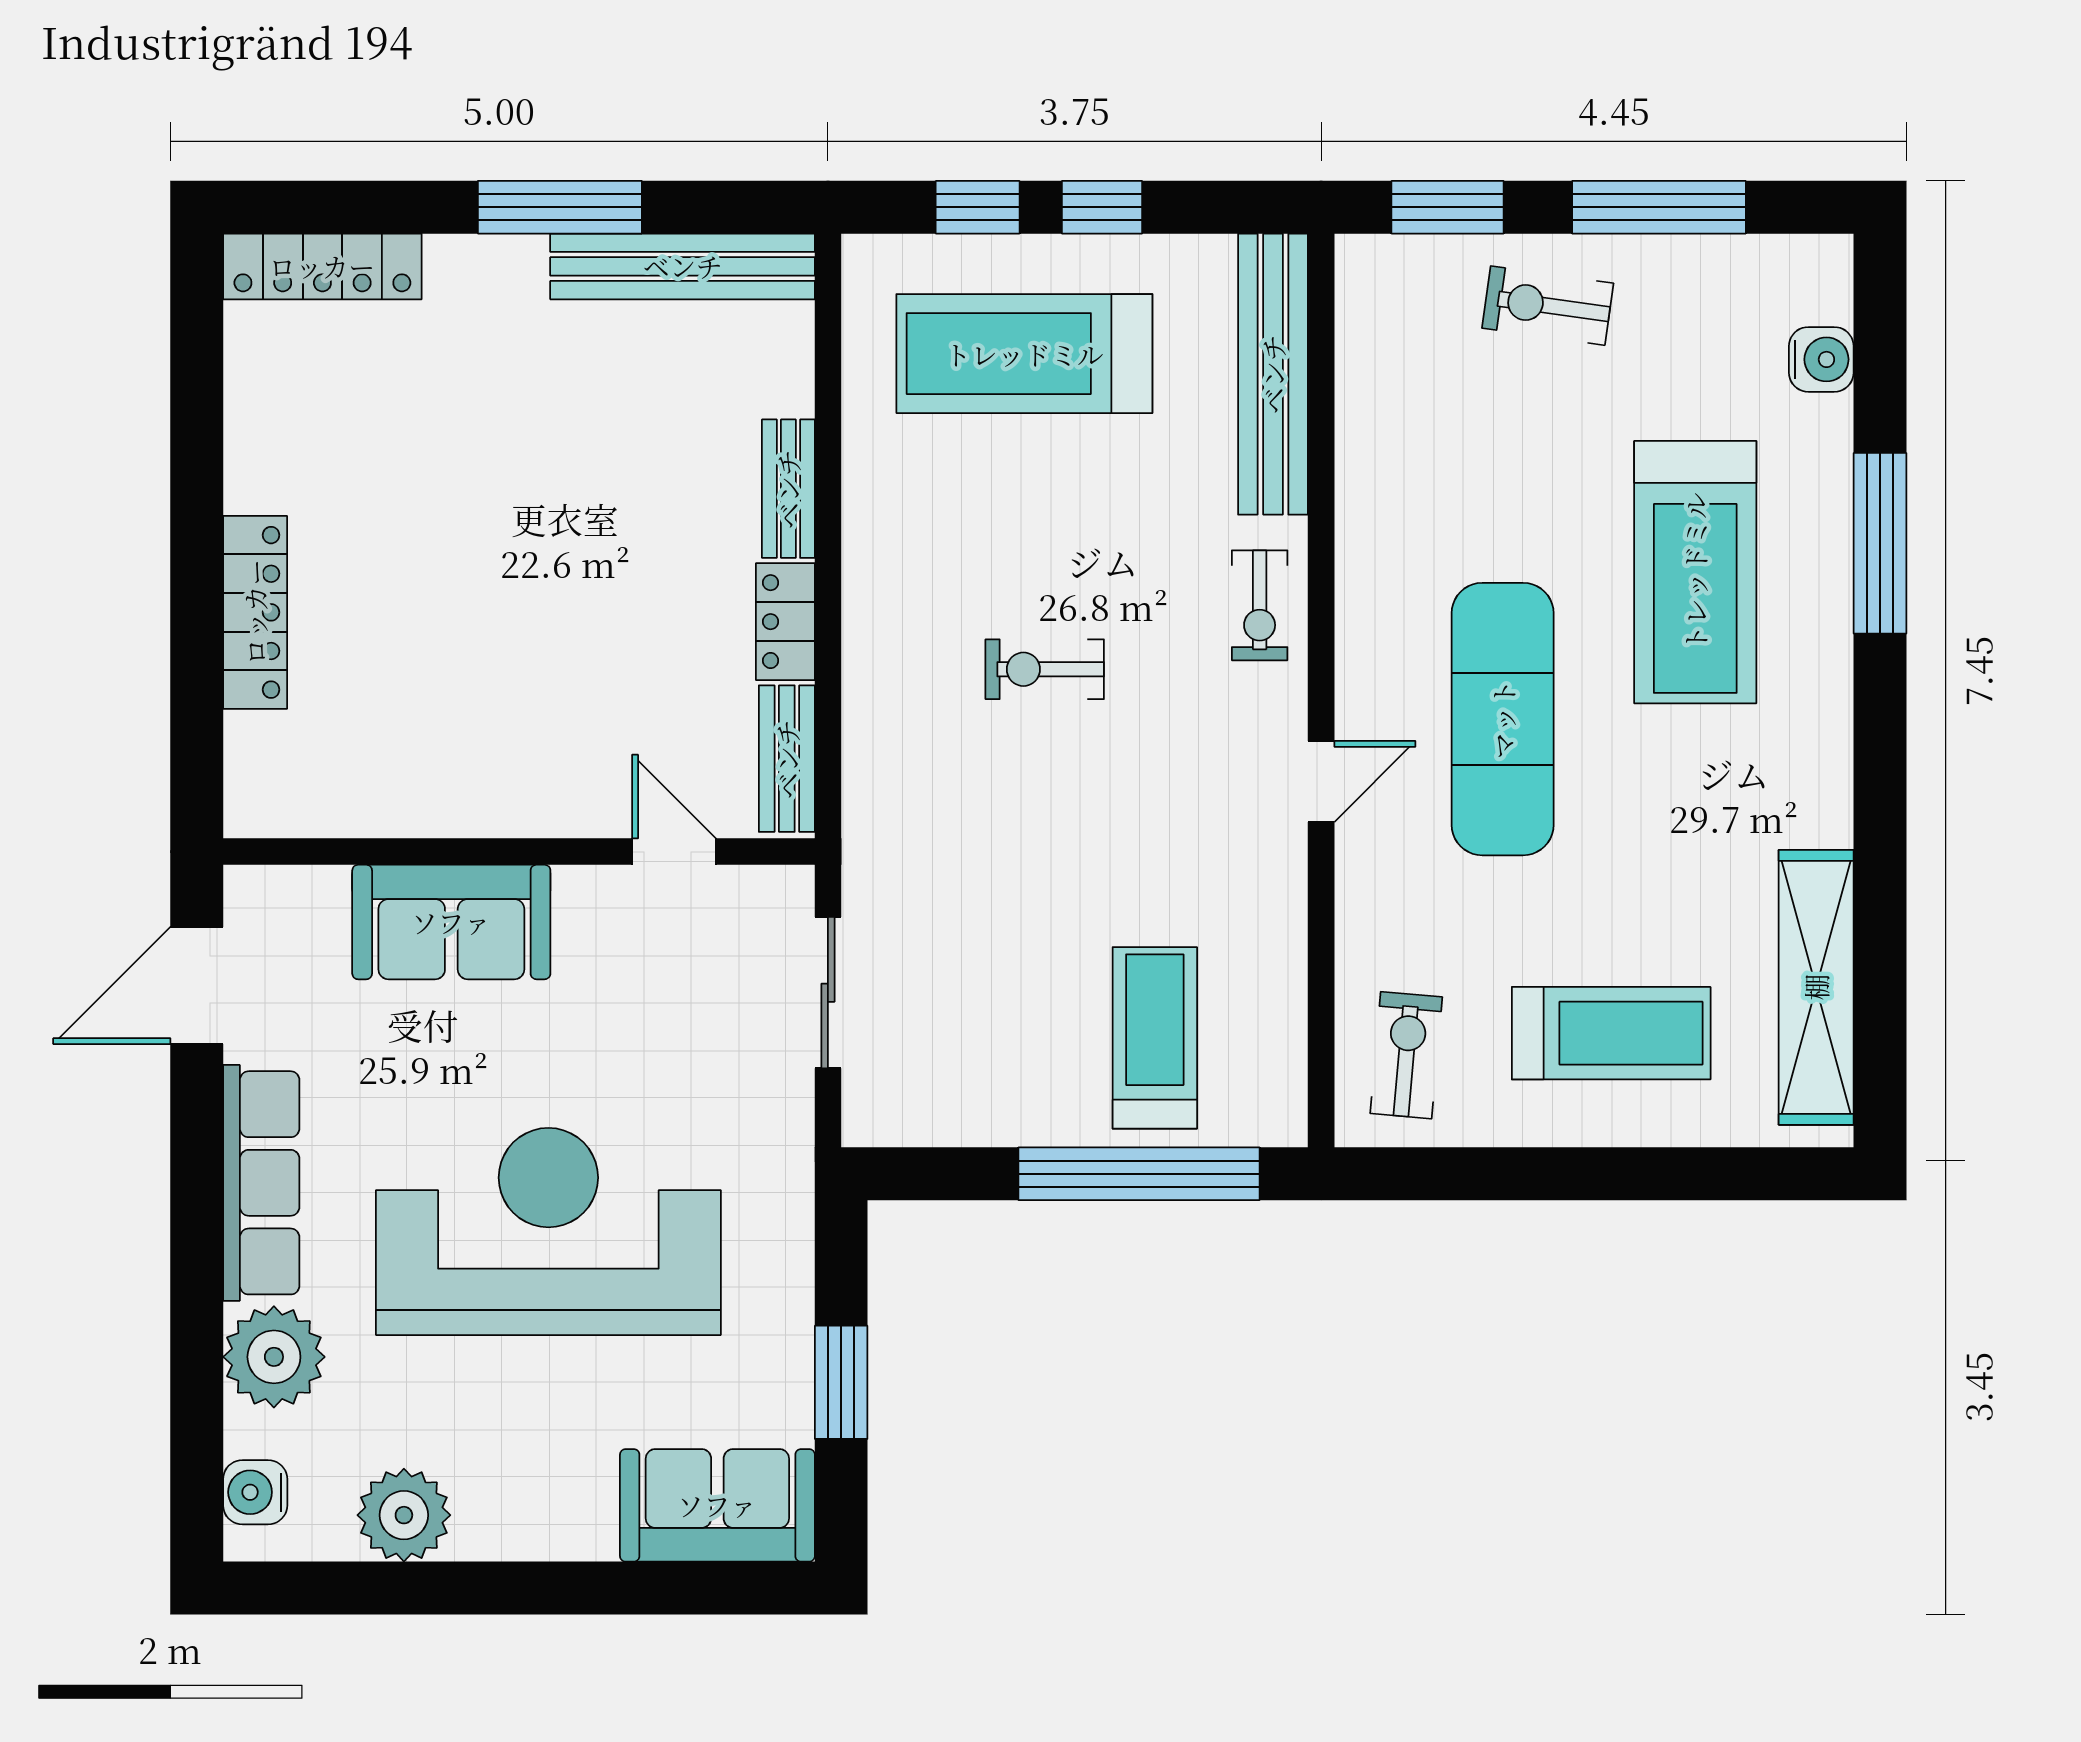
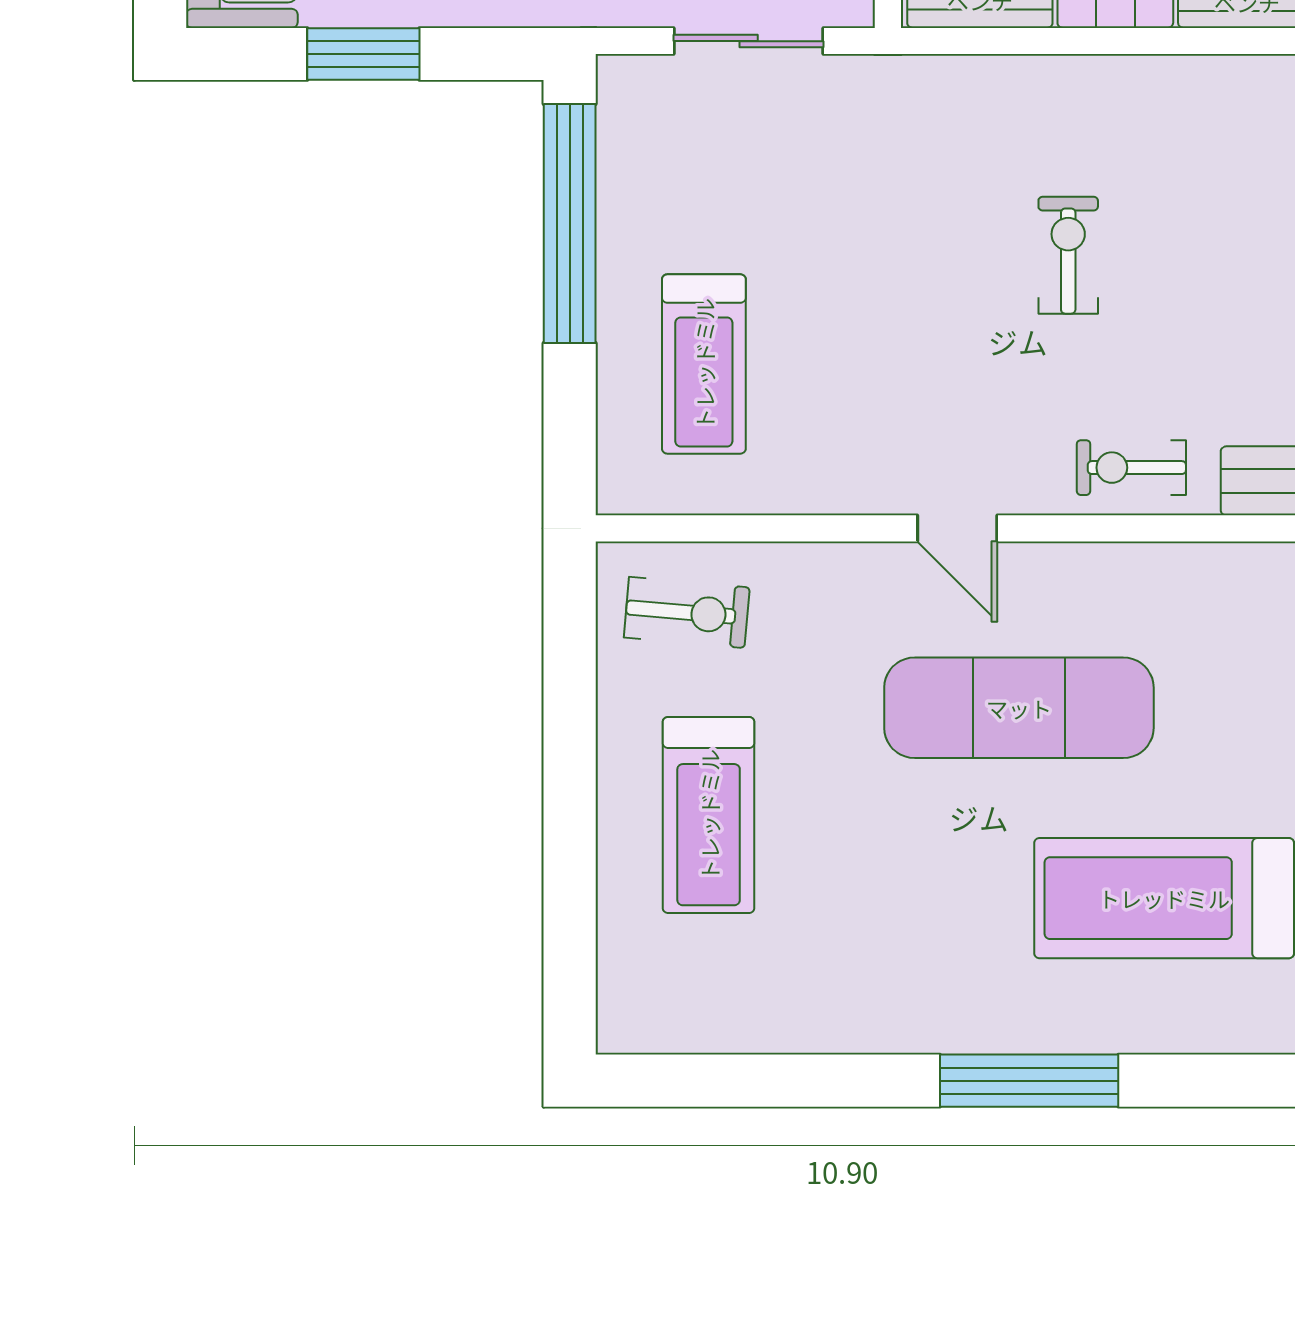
window: (1880, 543) -> (1029, 1081), moved
shelving: (1816, 987) -> (754, 1018), removed
treadmill: (1155, 1038) -> (704, 364), turned 90
window: (1139, 1174) -> (570, 223), moved

